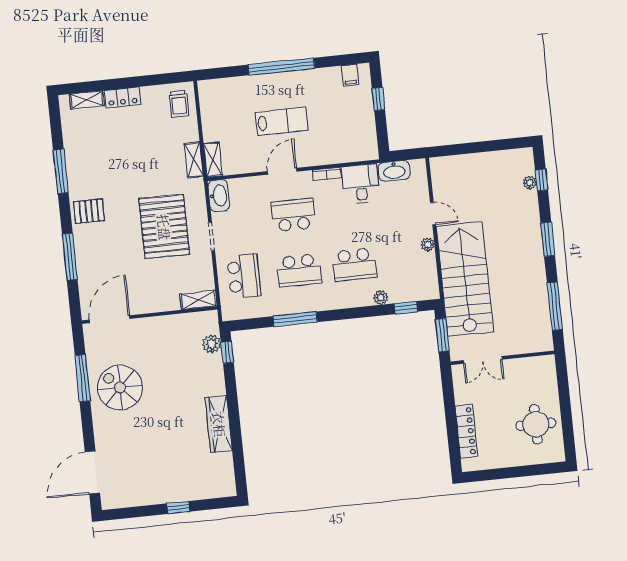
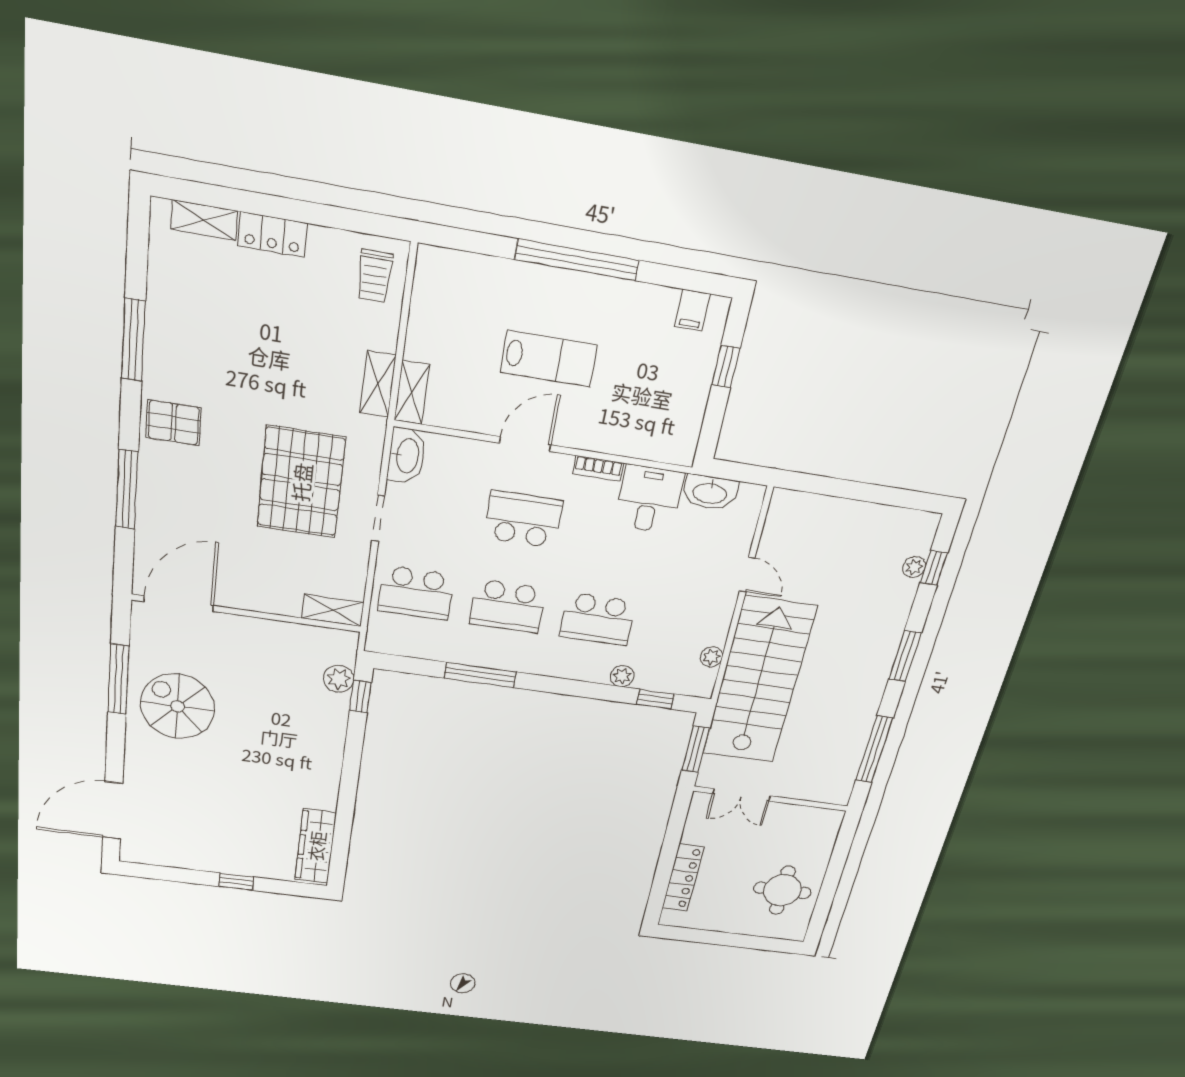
plant: (428, 245) -> (712, 657), moved
school desk: (244, 276) -> (416, 593), turned 90
wardrobe: (219, 424) -> (316, 846), moved

